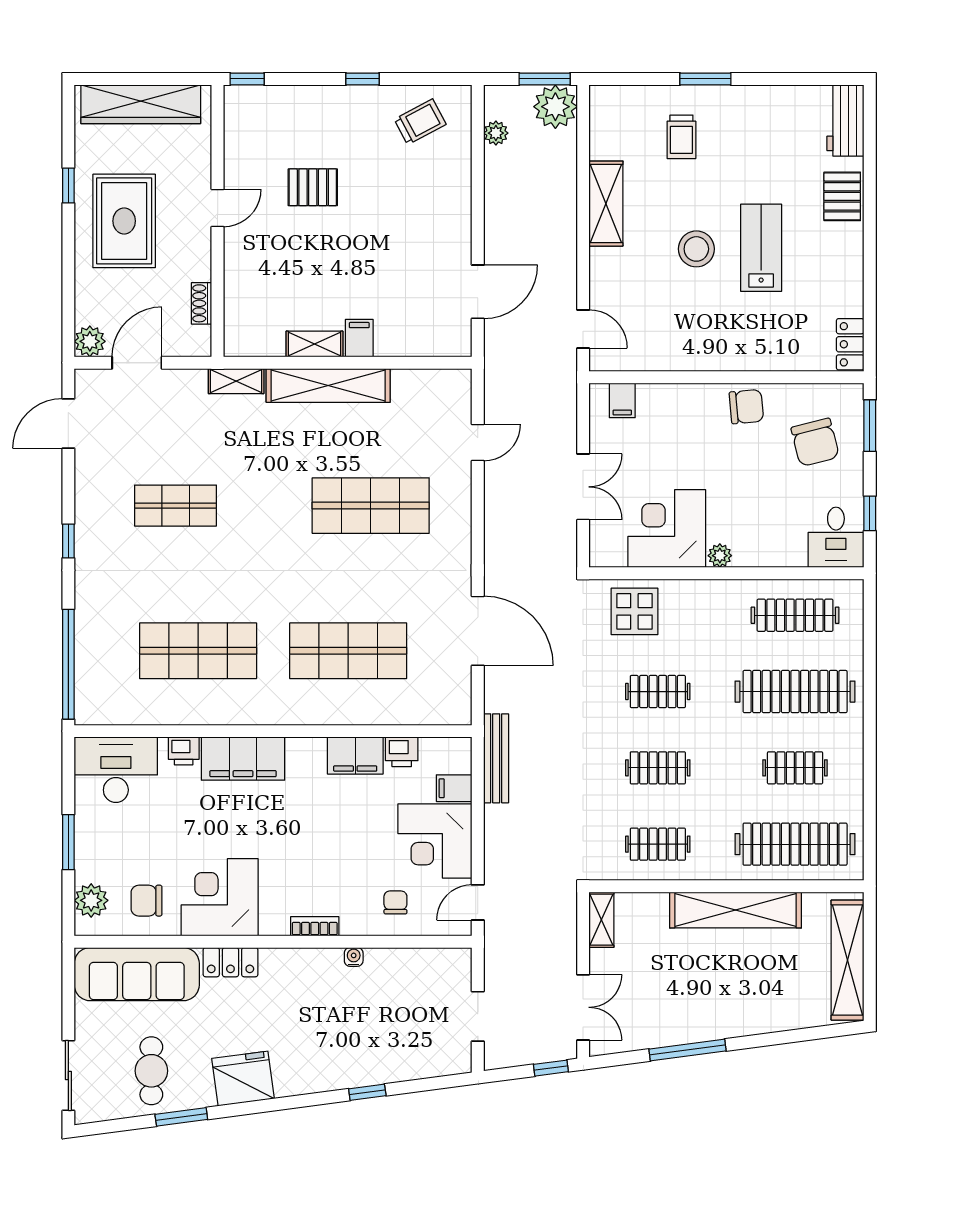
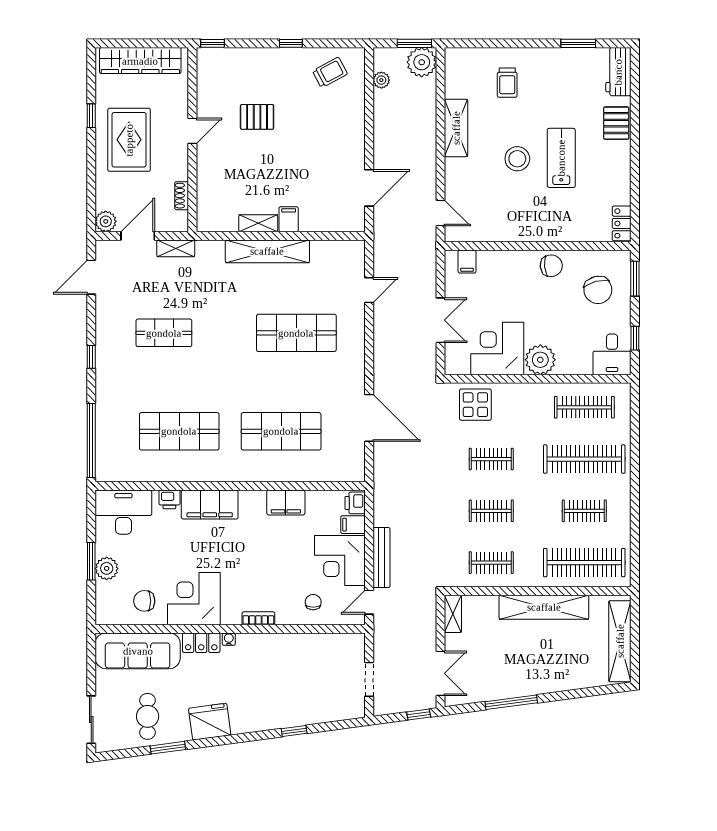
window: (705, 79) -> (578, 43), moved
shelving: (236, 381) -> (176, 248), moved
plant: (720, 556) -> (540, 360), width x1.87, depth x1.87
printer: (402, 752) -> (355, 503), moved, turned 90
bench: (496, 758) -> (381, 558), moved
plant: (91, 900) -> (107, 568), moved
water cooler: (354, 957) -> (229, 639), moved

